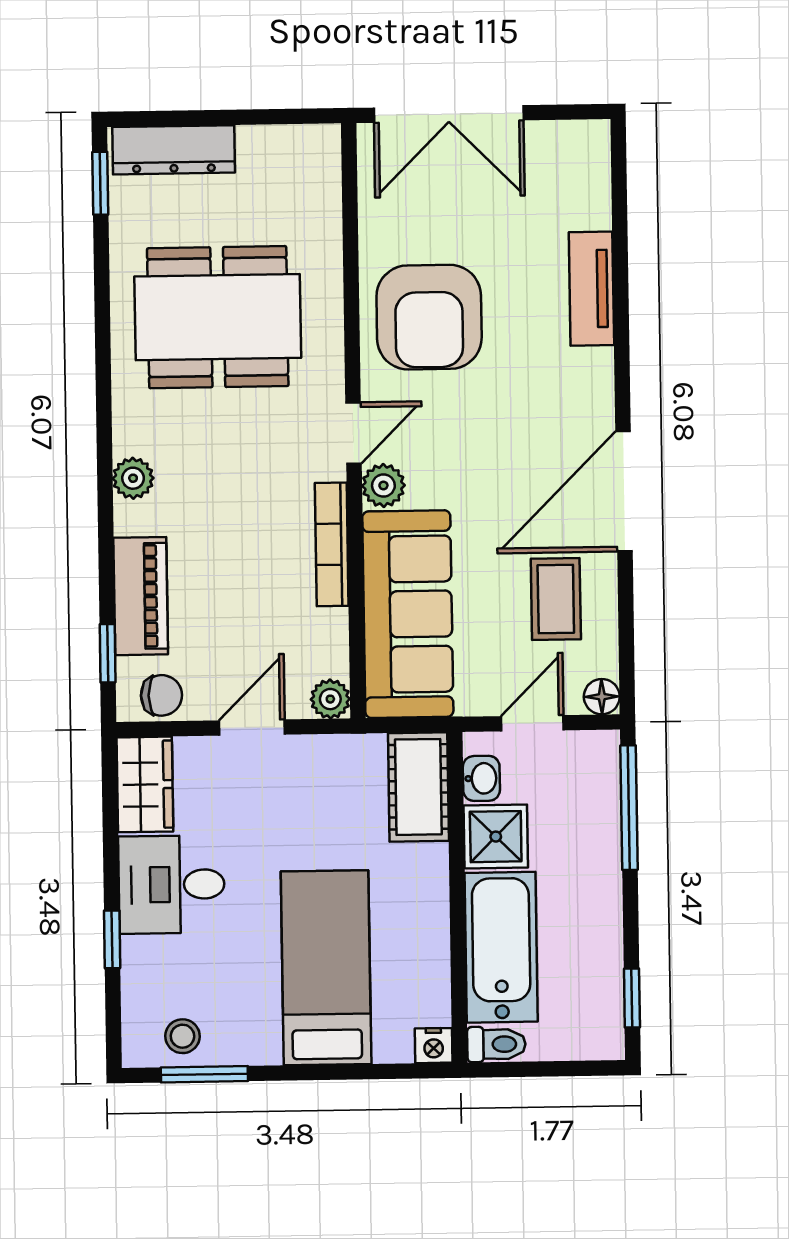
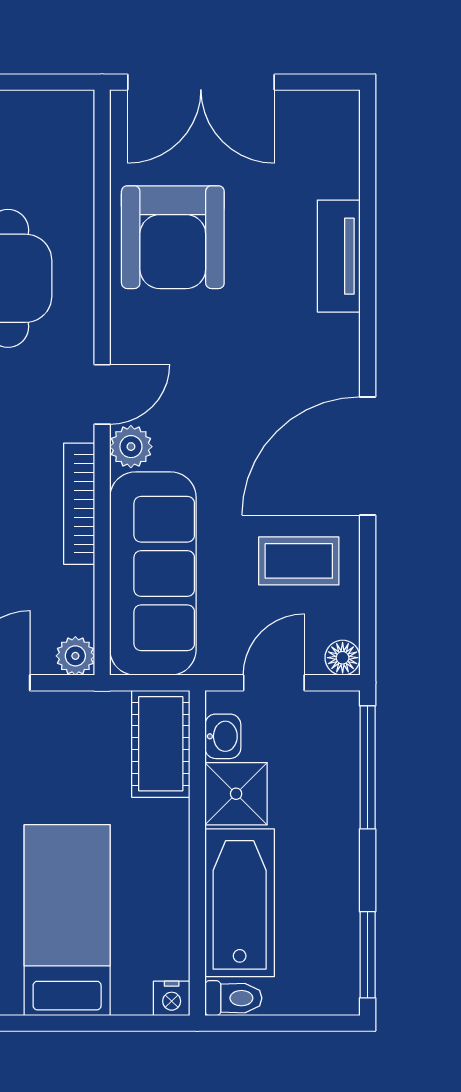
armchair: (429, 317) -> (173, 237), moved
coffee table: (556, 599) -> (299, 561), turned 90
window: (632, 998) -> (368, 955), width x1.50

